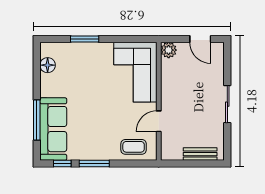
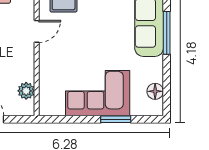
plant: (169, 50) -> (26, 91), moved
corner sofa: (135, 72) -> (98, 93), moved, turned -90

